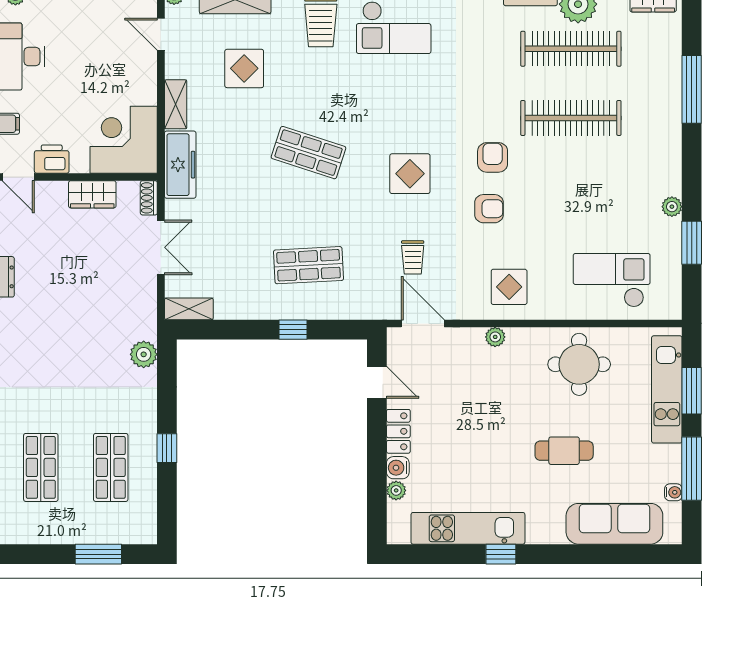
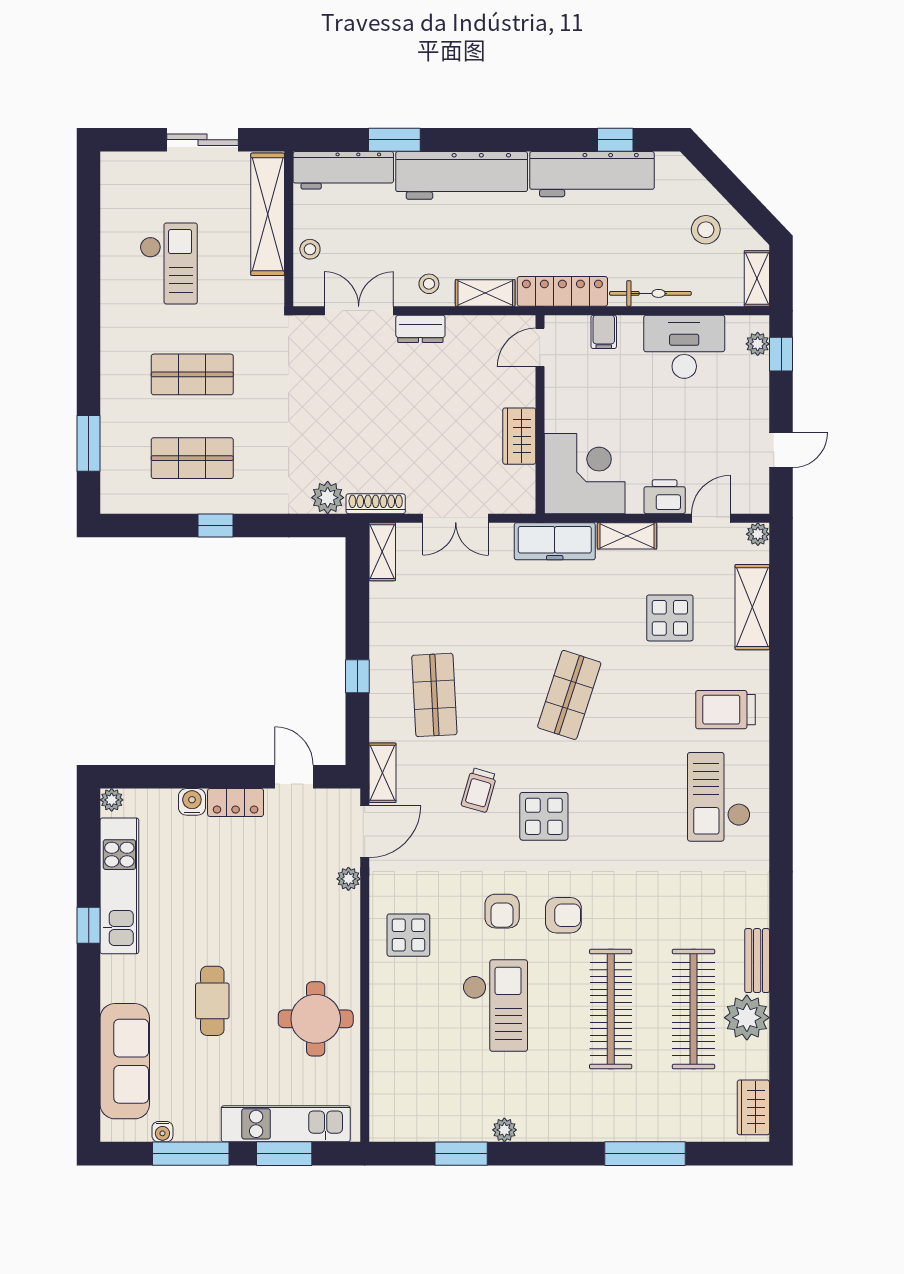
printer: (52, 159) -> (665, 497), moved, turned -90
shoe rack: (149, 198) -> (376, 504), moved, width x1.43
trolley: (413, 257) -> (479, 790), moved, turned -74
checkout: (612, 280) -> (495, 1006), moved
shelving: (374, 309) -> (382, 773), added
plant: (495, 337) -> (348, 879), moved
door: (377, 382) -> (294, 777), swing flipped
plant: (396, 490) -> (112, 800), moved

